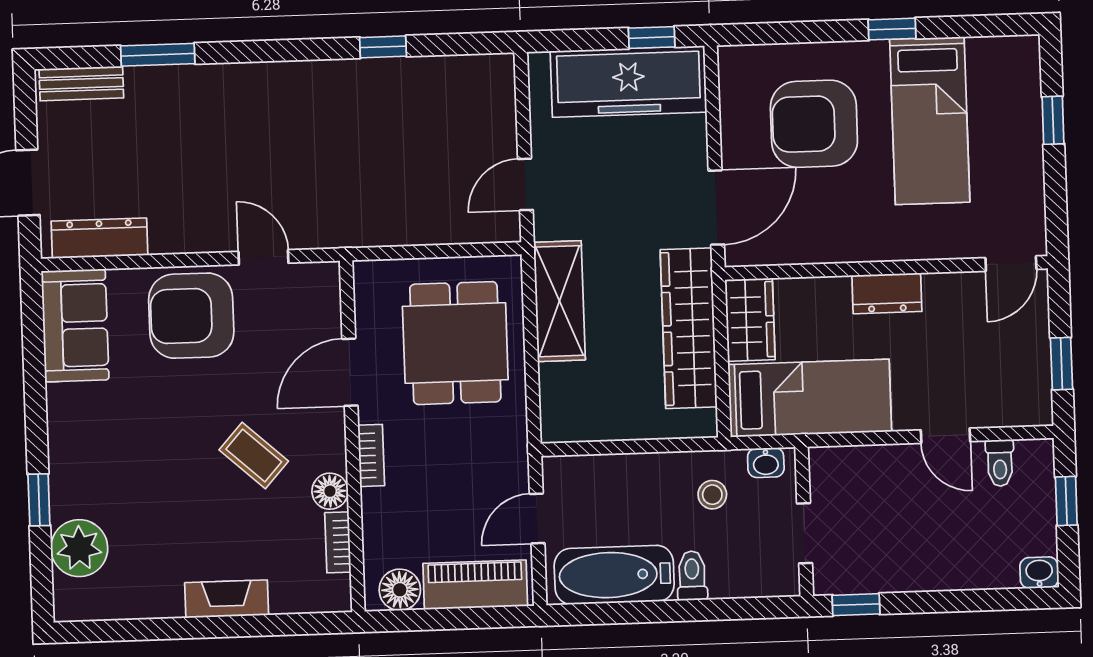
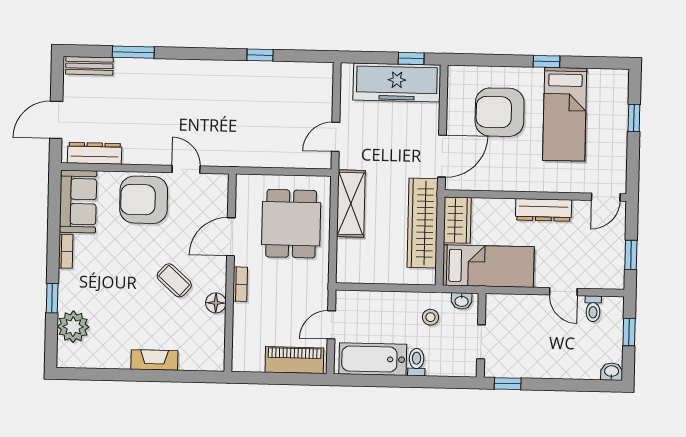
dresser: (887, 293) -> (544, 210), width x1.44
bookcase: (338, 542) -> (66, 251), moved, turned 180
floor lamp: (400, 590) -> (252, 360), removed

